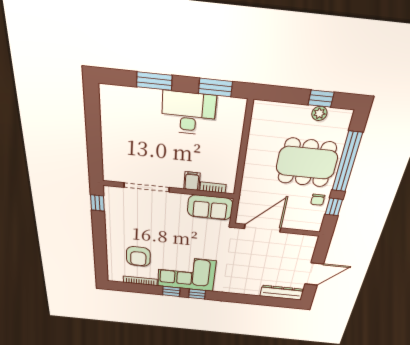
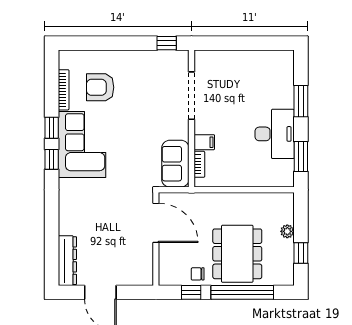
plant: (319, 113) -> (287, 231), moved

